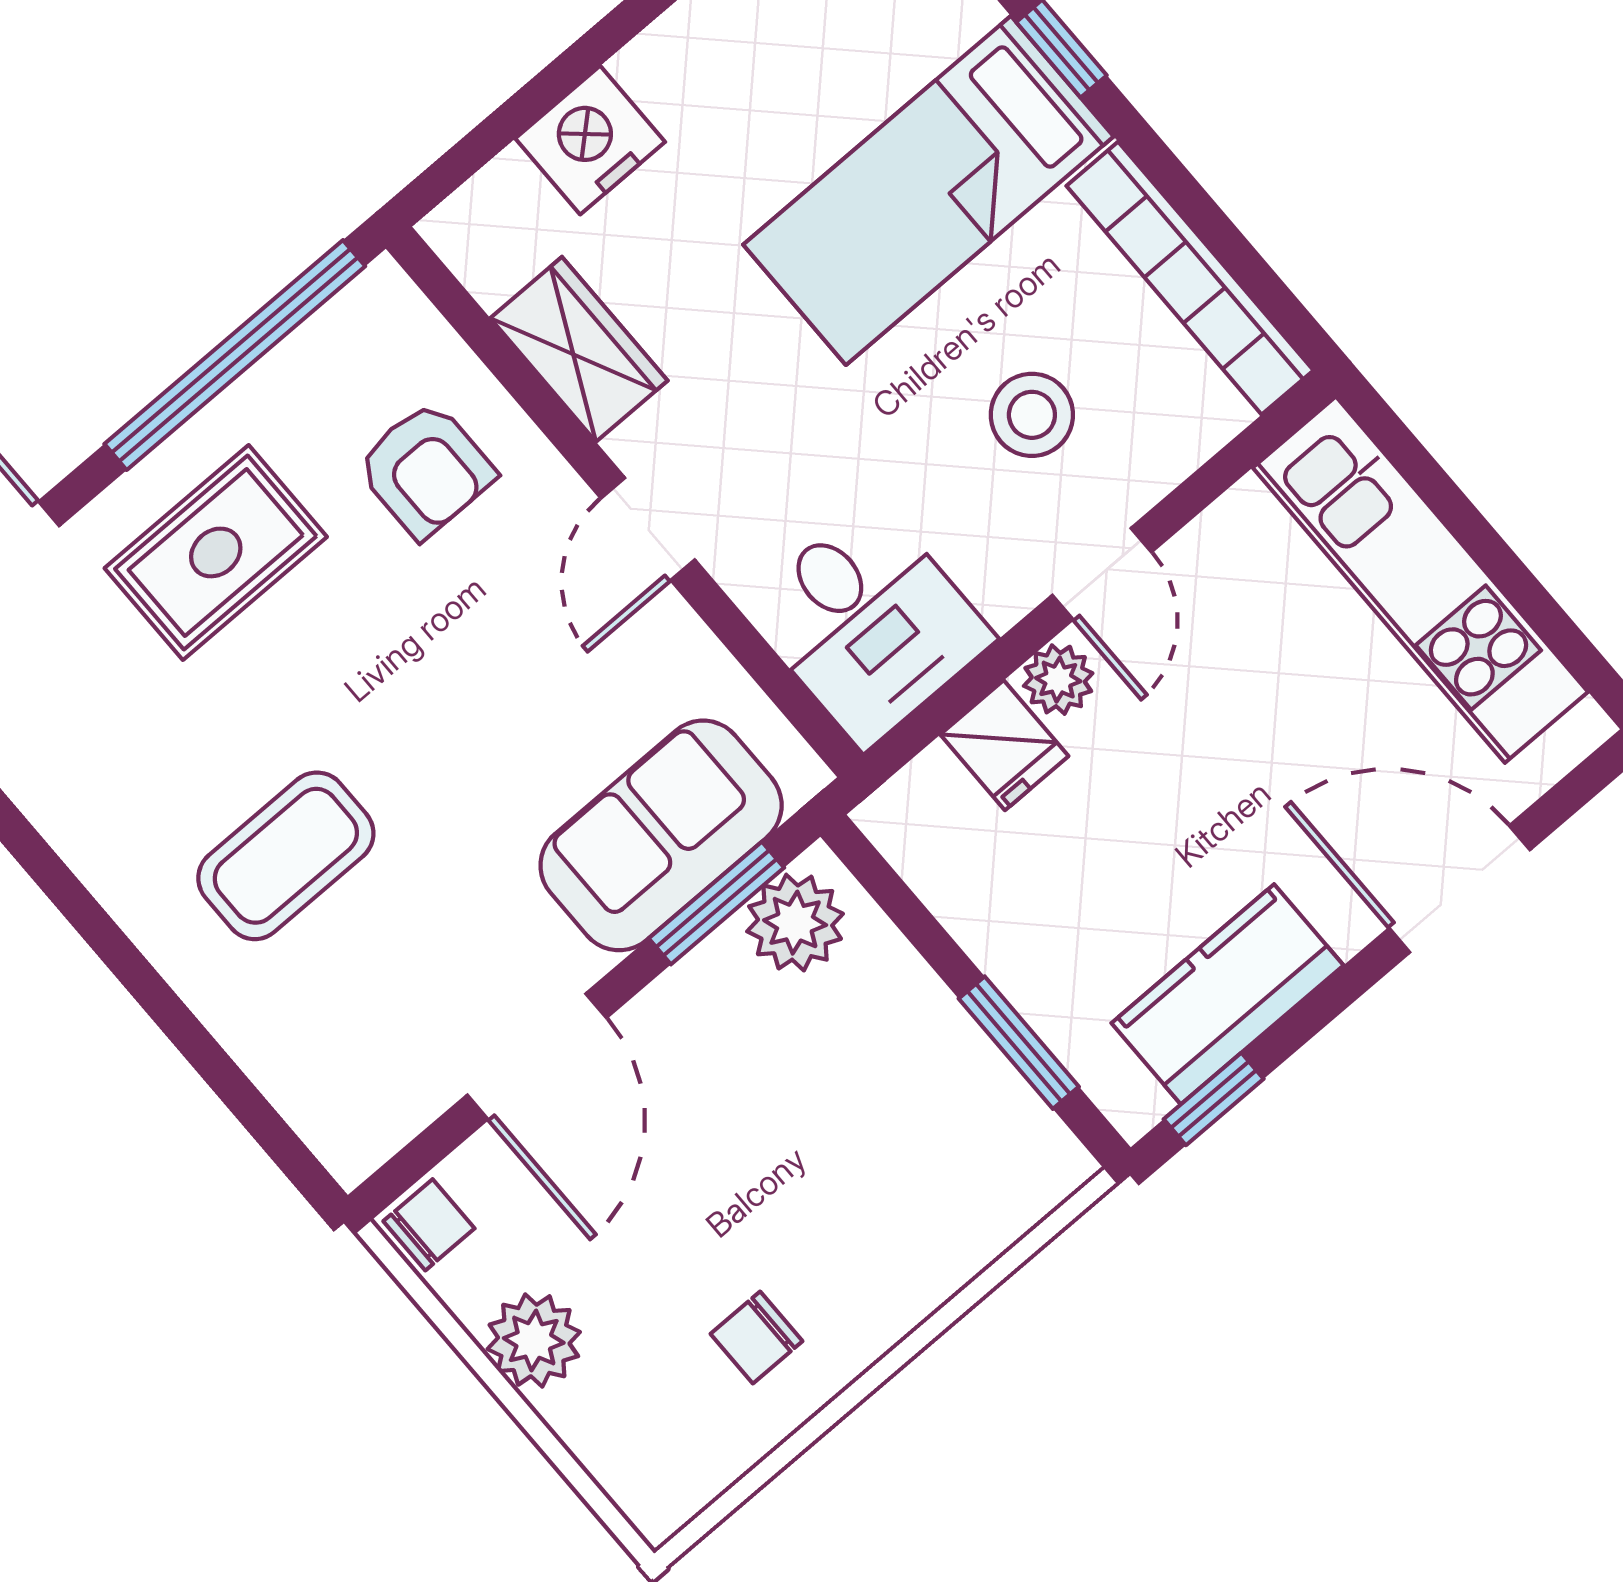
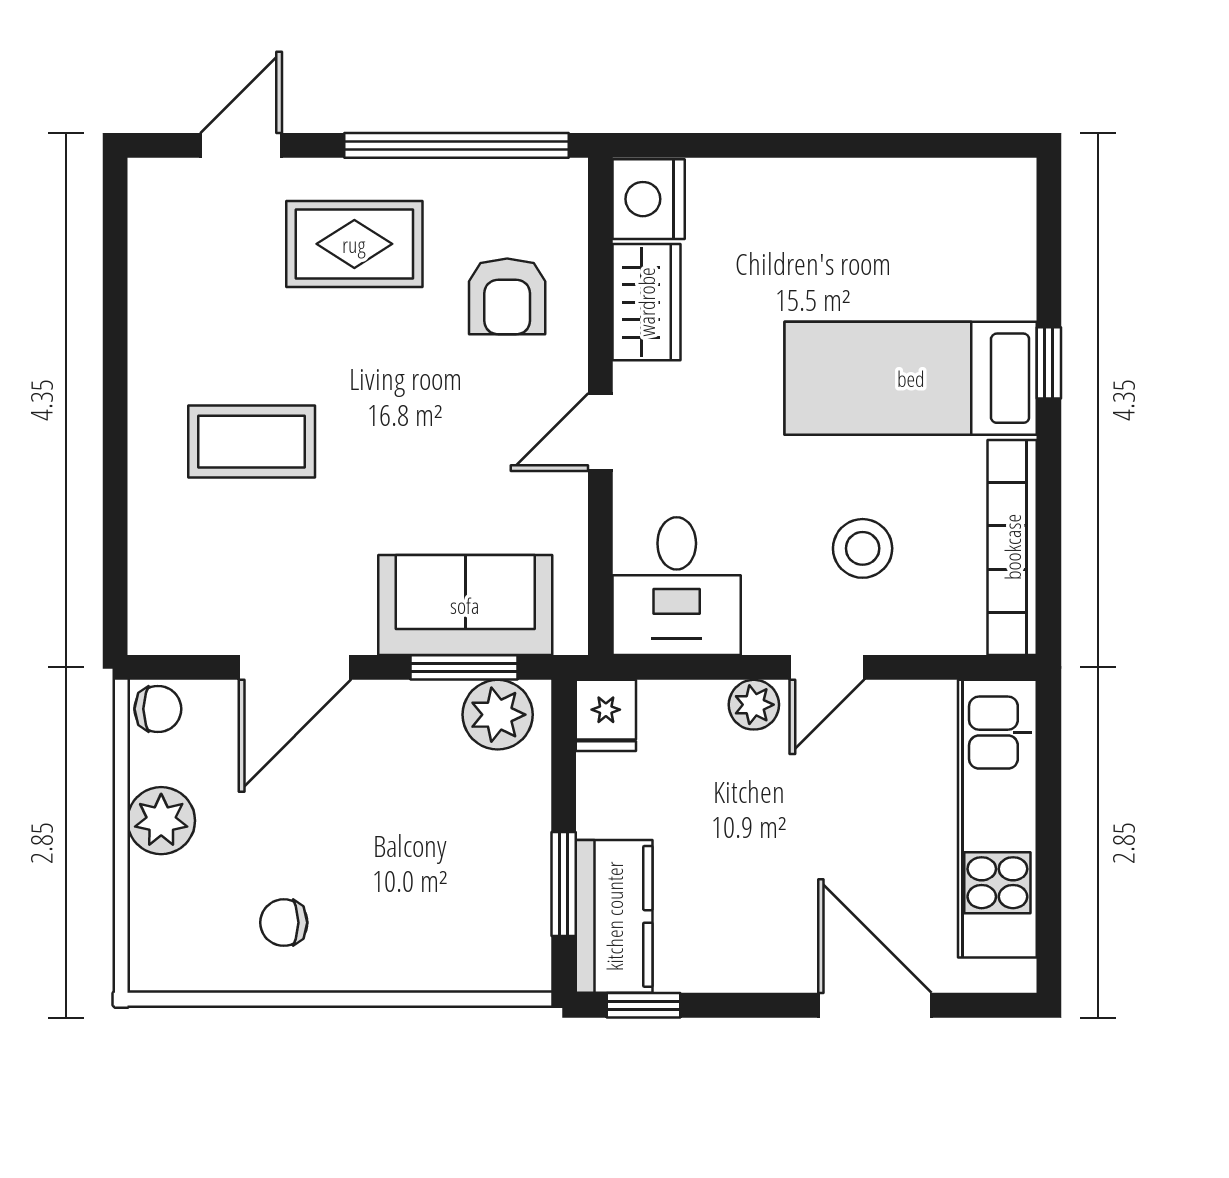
nightstand: (590, 140) -> (649, 199), moved, turned -90
fridge: (1004, 745) -> (606, 715), moved
kitchen counter: (1227, 994) -> (614, 916), moved, turned 90

